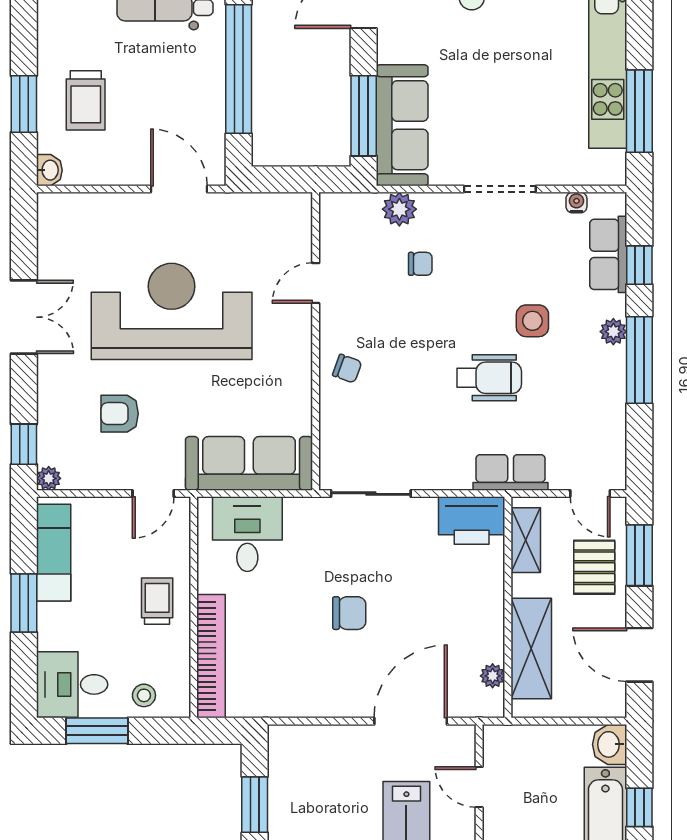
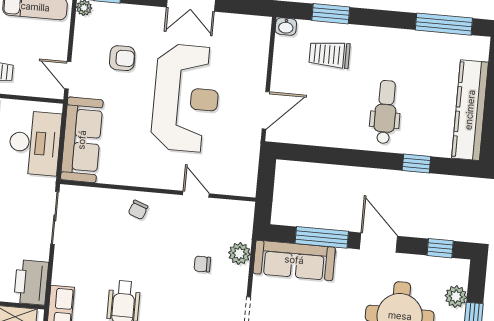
window: (239, 69) -> (341, 157), removed
window: (364, 116) -> (322, 237), moved
chair: (420, 264) -> (202, 264), turned 90
armchair: (120, 414) -> (122, 58), turned 90
desk: (247, 534) -> (35, 143), width x1.37

